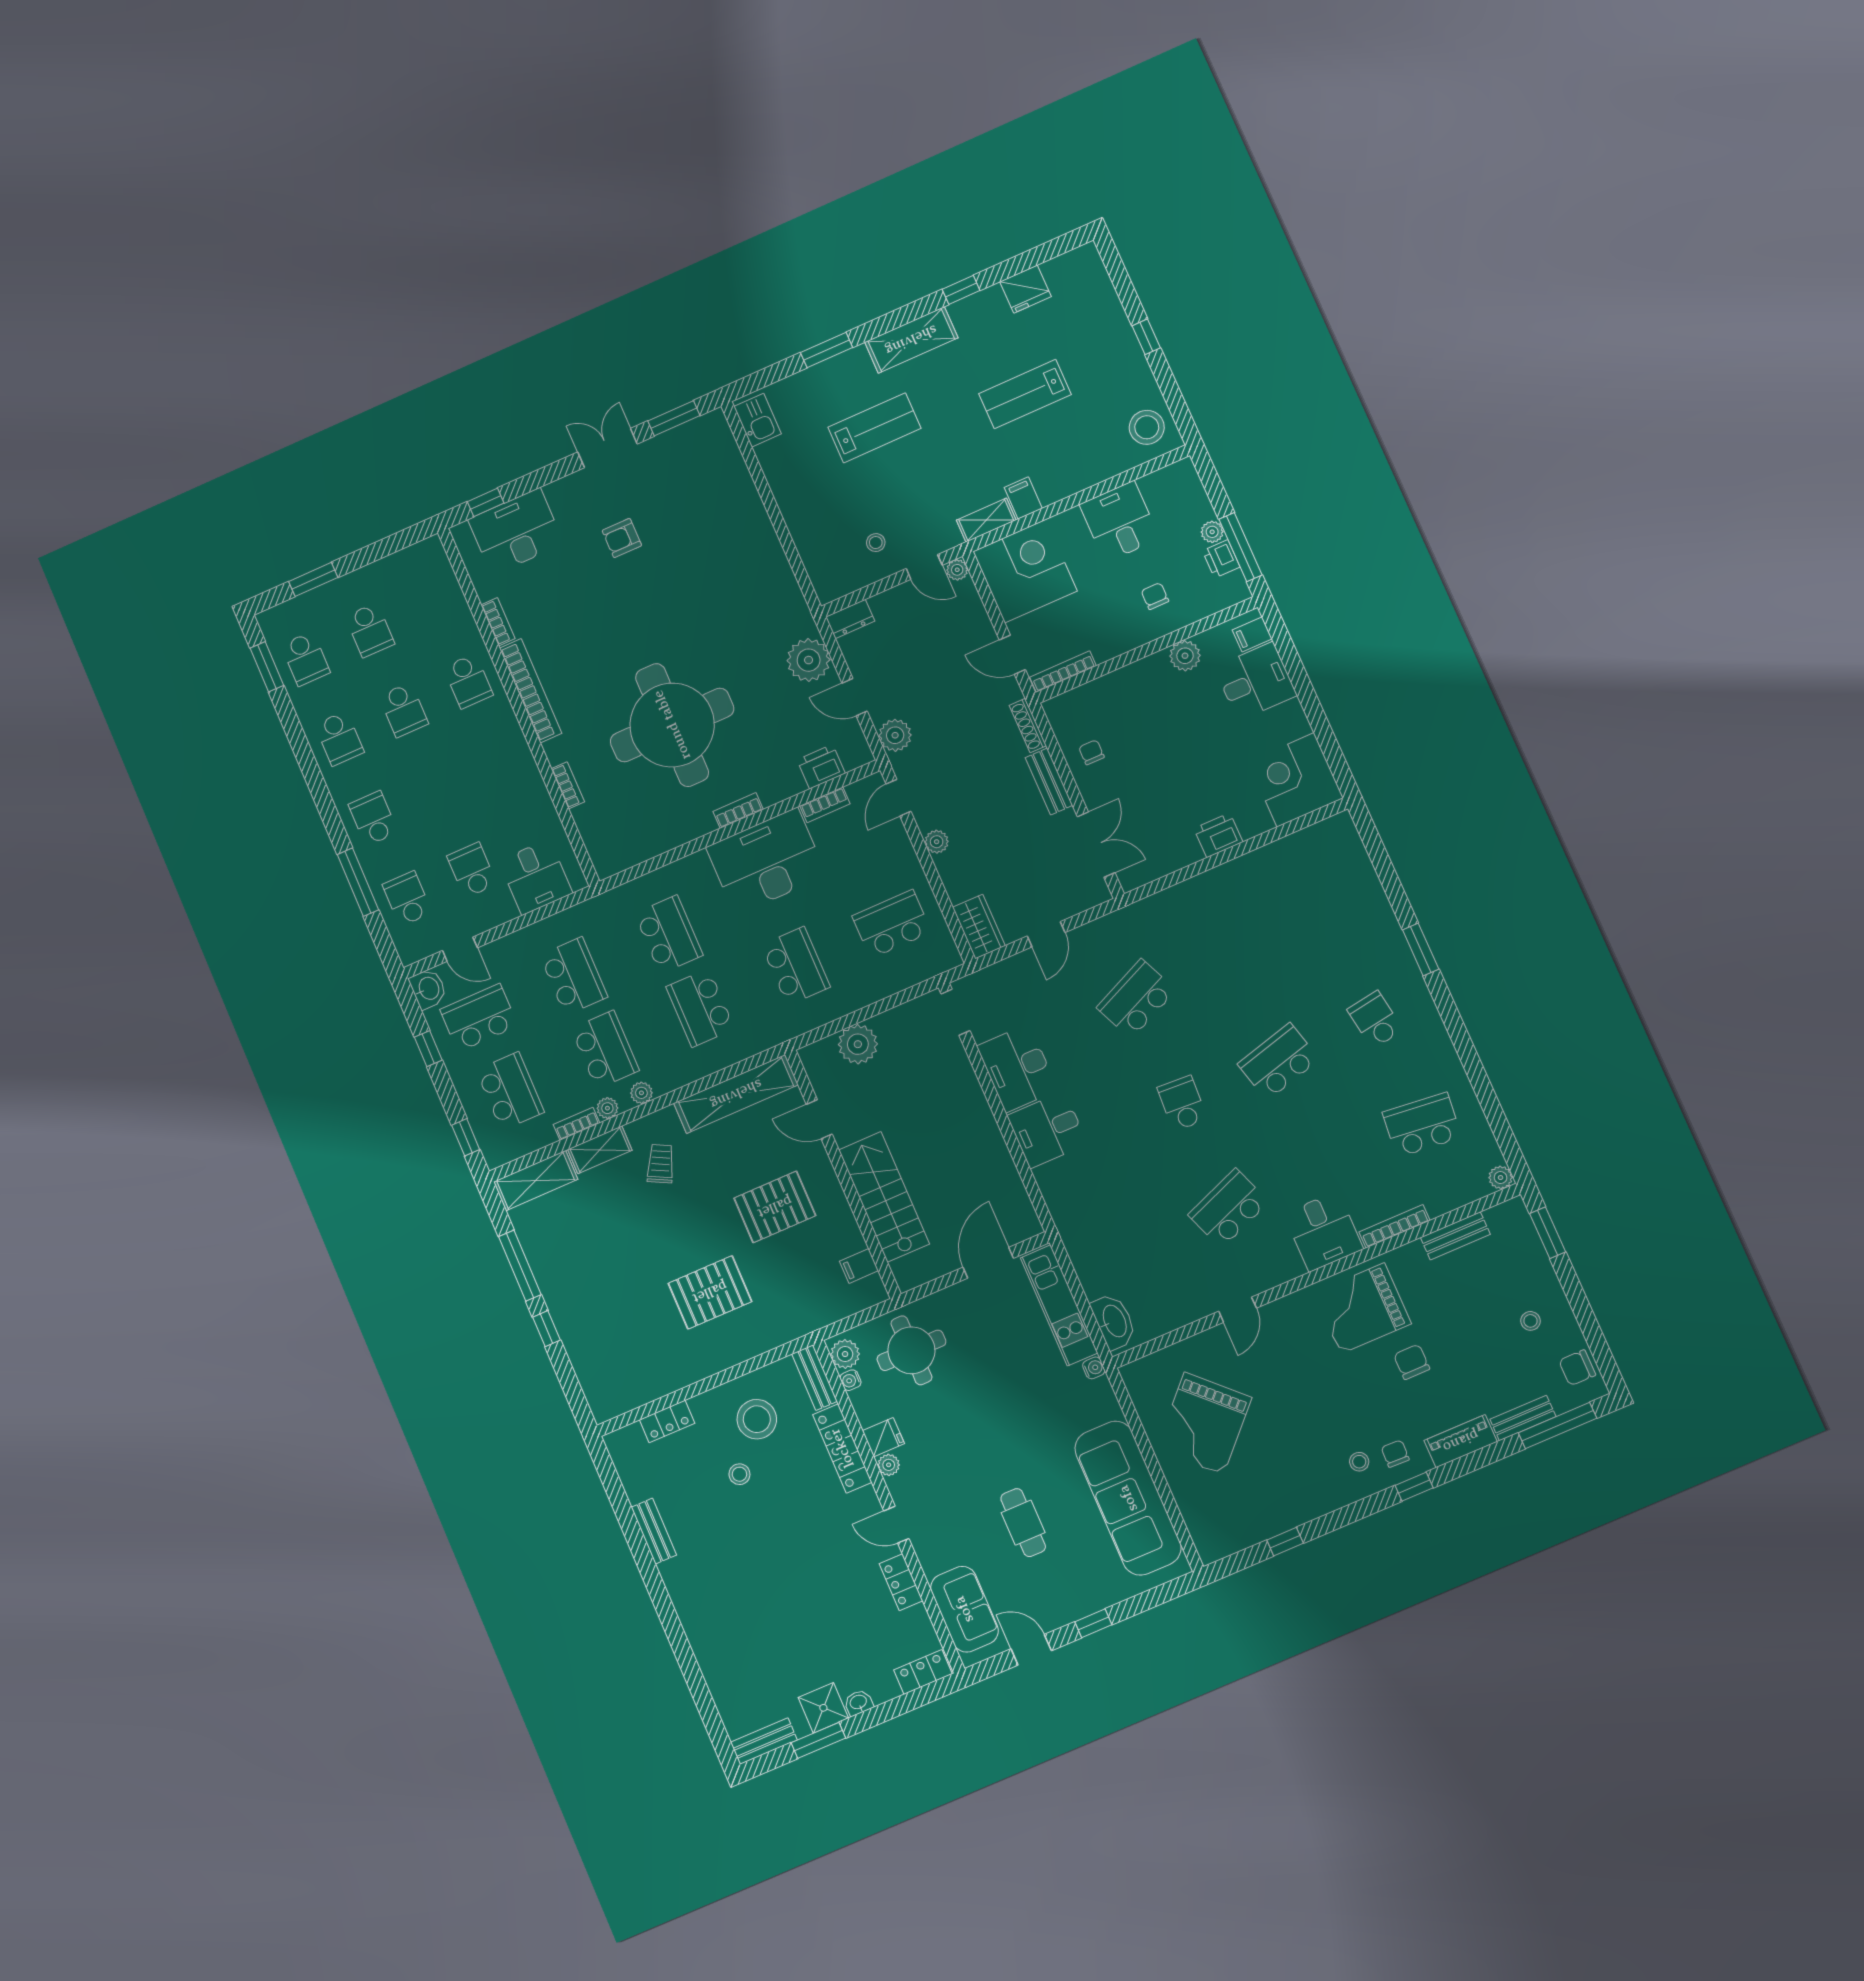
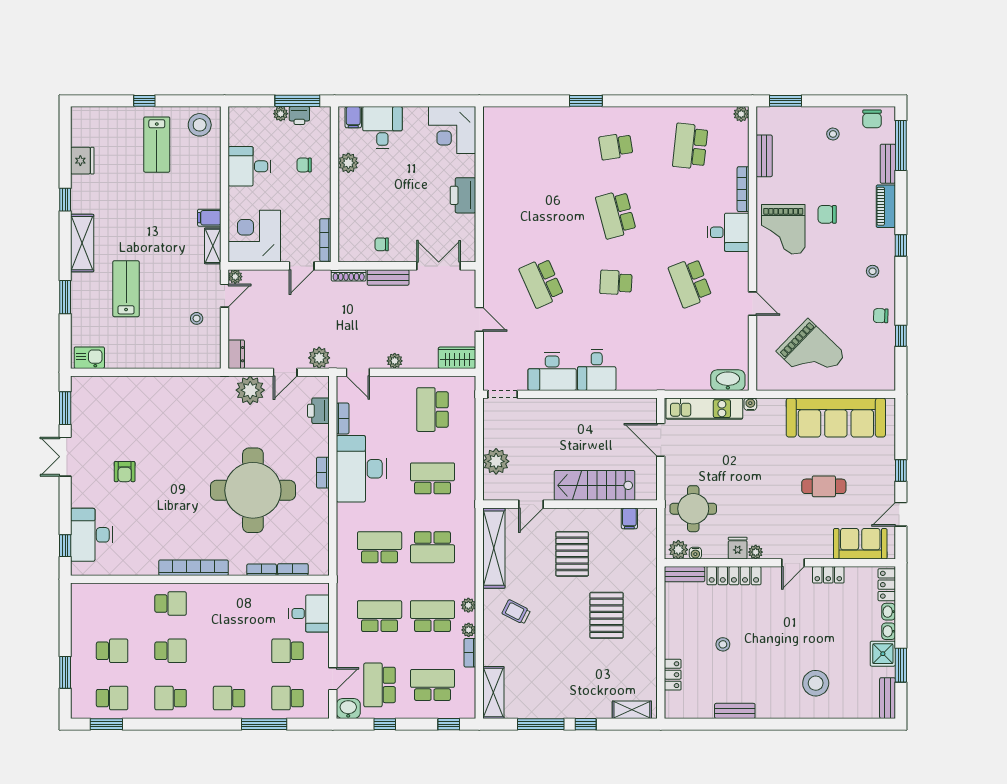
lab bench: (1025, 394) -> (157, 145), moved
bookcase: (498, 622) -> (293, 570), moved
school desk: (339, 738) -> (171, 698), turned 180
printer: (1218, 835) -> (463, 195), width x1.37, depth x1.19
shelving: (600, 1150) -> (632, 710), moved, turned 90
stool: (757, 1419) -> (816, 683), moved
chair: (1395, 1454) -> (881, 316), moved
washbasin: (886, 1691) -> (889, 612), added

